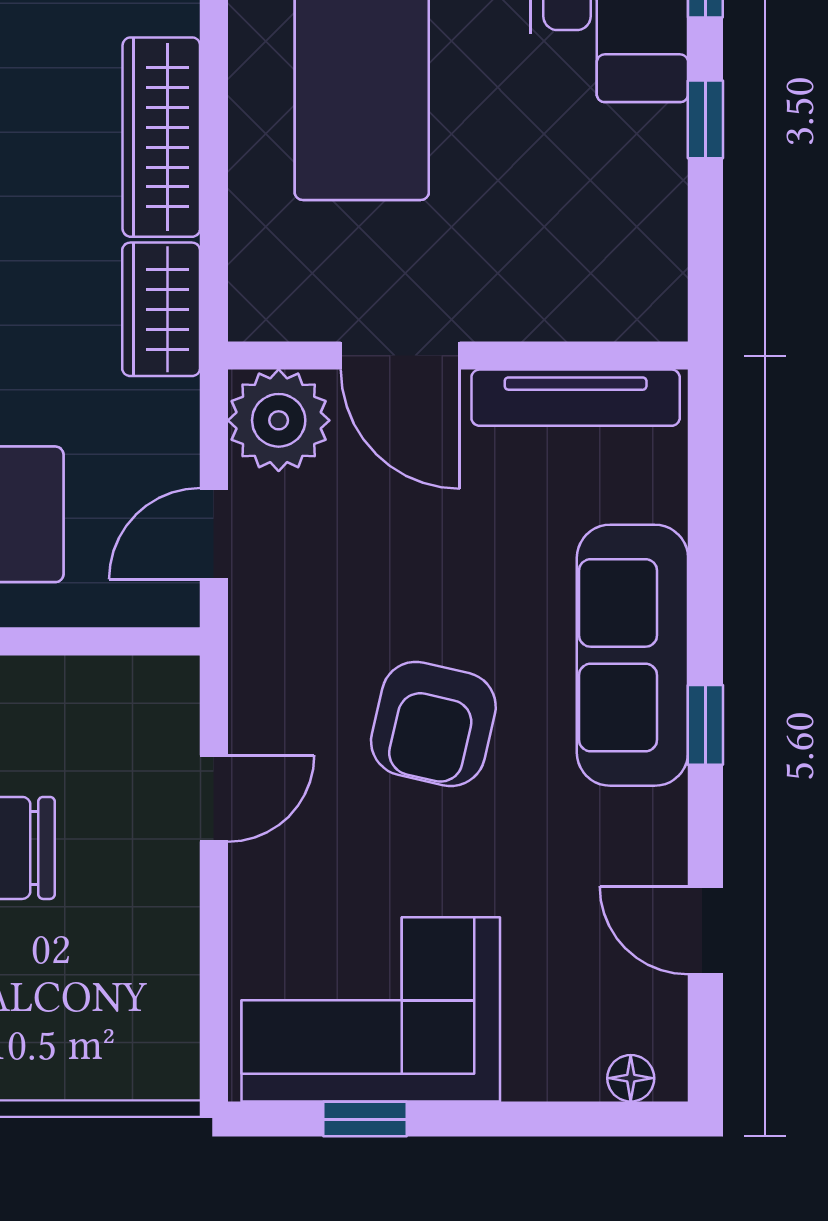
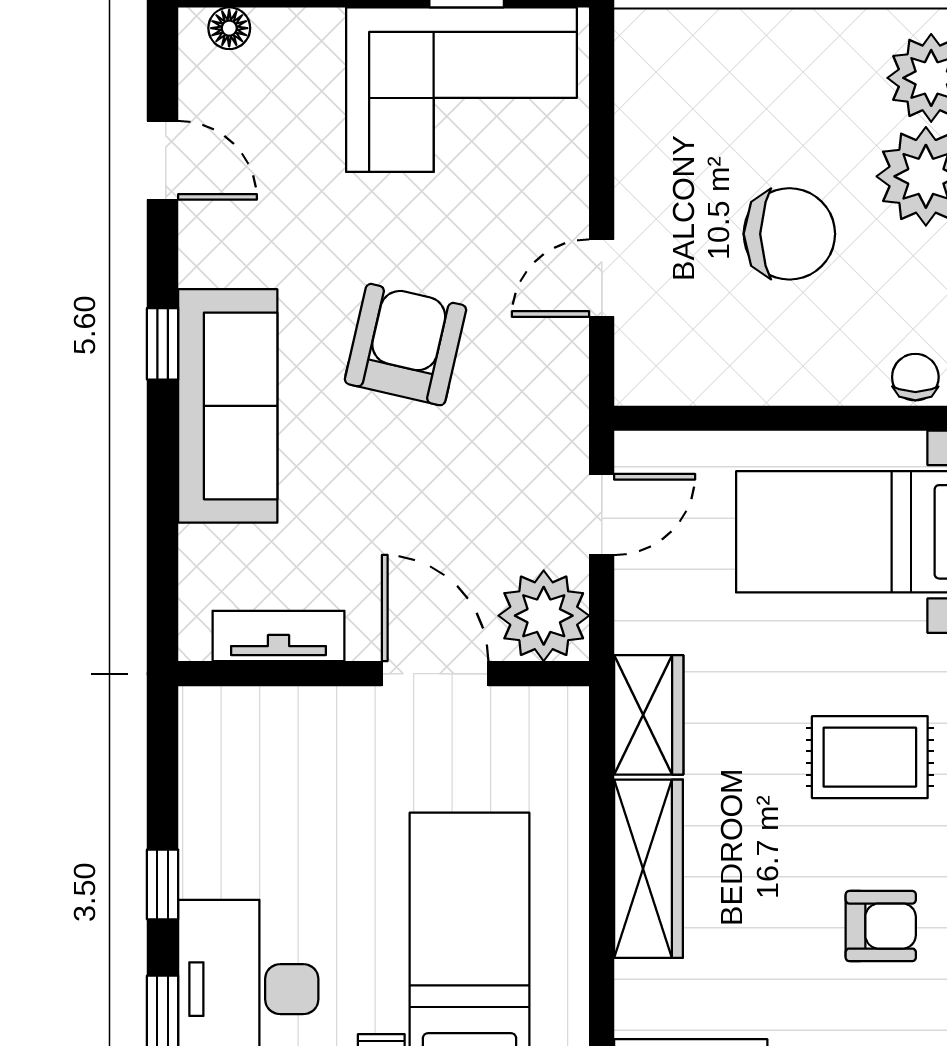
tv unit: (576, 398) -> (279, 636), width x0.71

